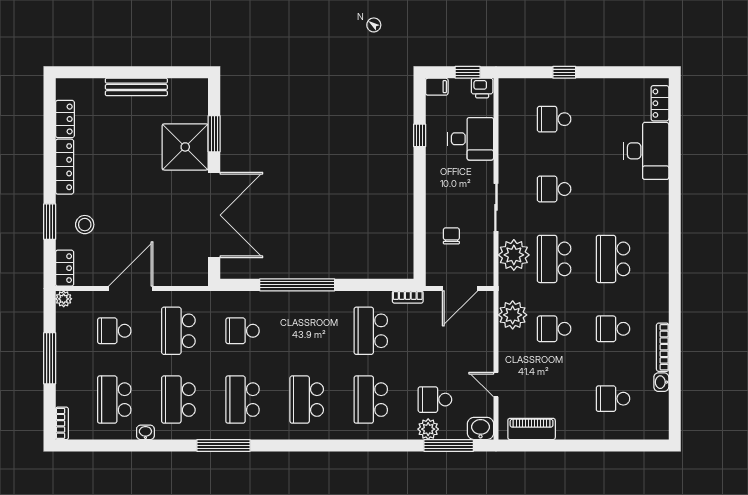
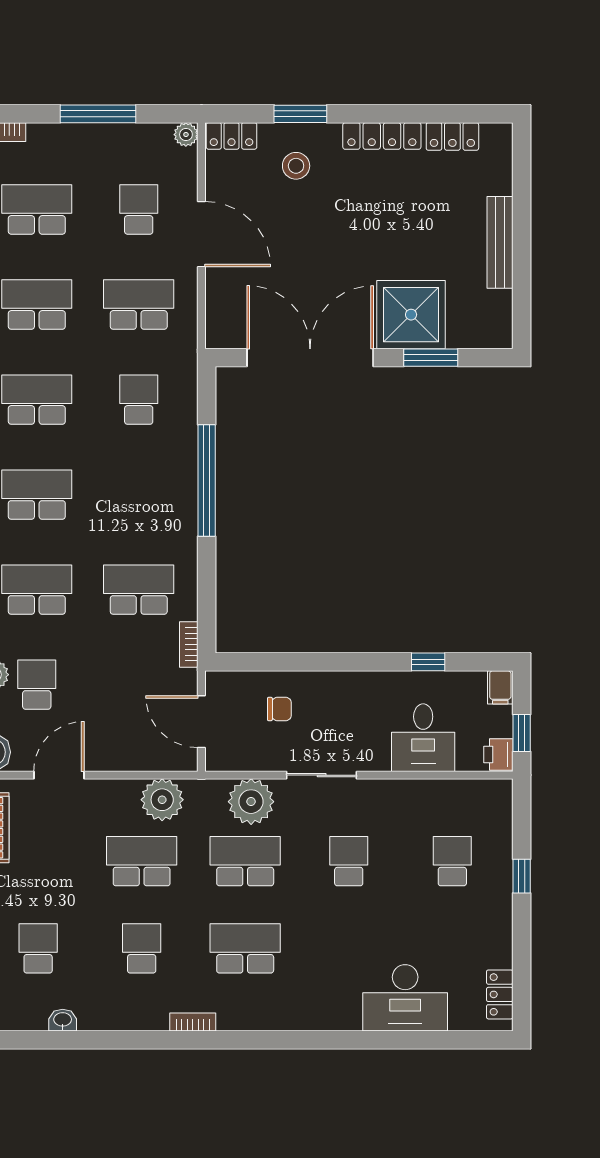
locker: (660, 103) -> (500, 994), moved, turned -90
double door: (214, 215) -> (310, 358), swing flipped
school desk: (554, 329) -> (142, 861), width x1.85
bookcase: (663, 347) -> (193, 1022), moved, width x0.64
door: (496, 385) -> (59, 775), width x1.38

